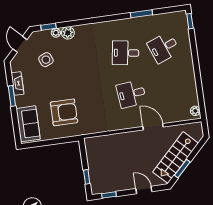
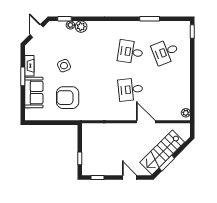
side table: (46, 60) -> (64, 66), moved
armchair: (64, 112) -> (68, 98), turned 180
sofa: (28, 124) -> (34, 92), moved

